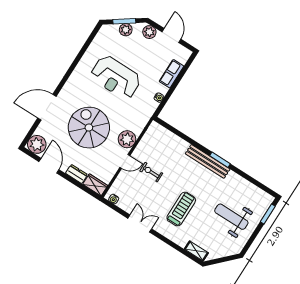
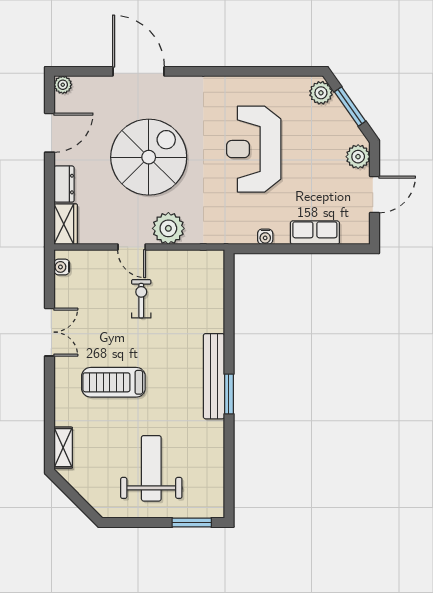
plant: (126, 30) -> (321, 93), moved
plant: (37, 144) -> (63, 85), width x0.53, depth x0.53
treadmill: (181, 209) -> (113, 382), turned 180

